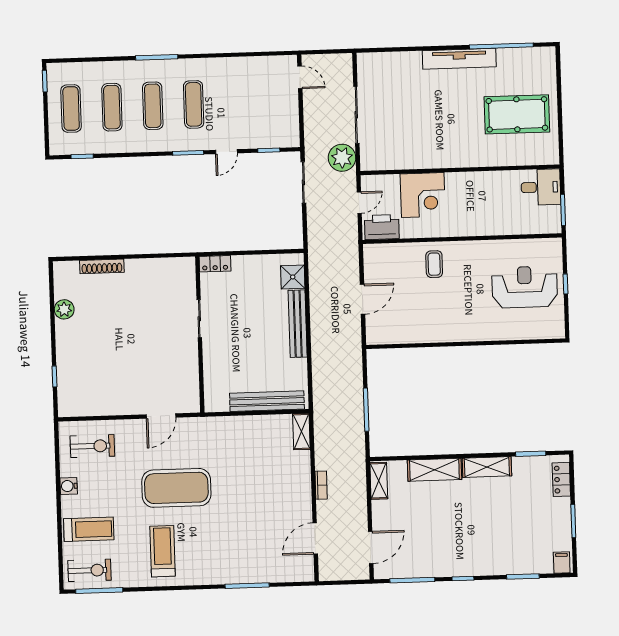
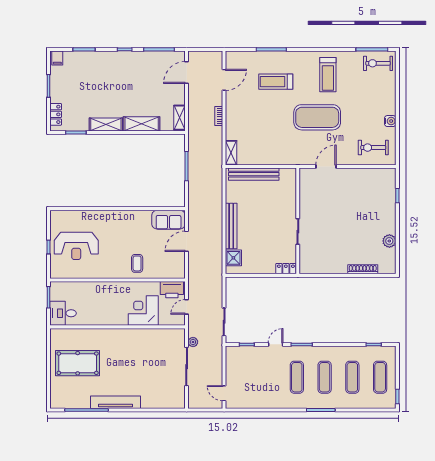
plant: (342, 158) -> (193, 342), width x0.53, depth x0.53
sofa: (390, 330) -> (169, 220), added
treadmill: (89, 529) -> (276, 82), moved

